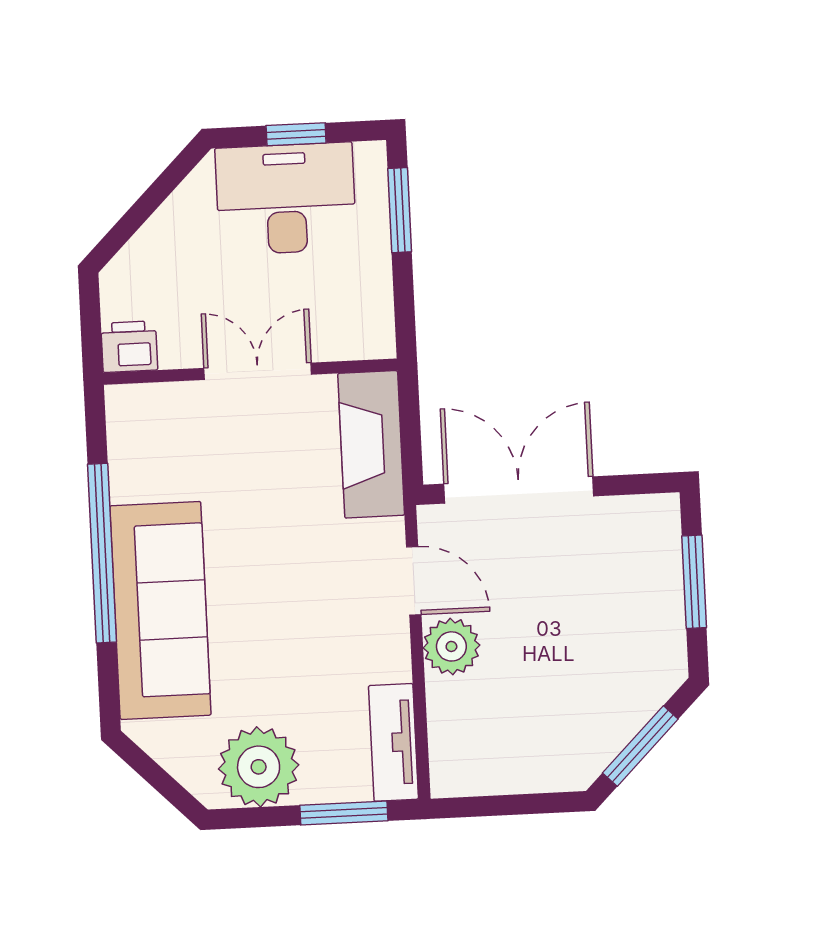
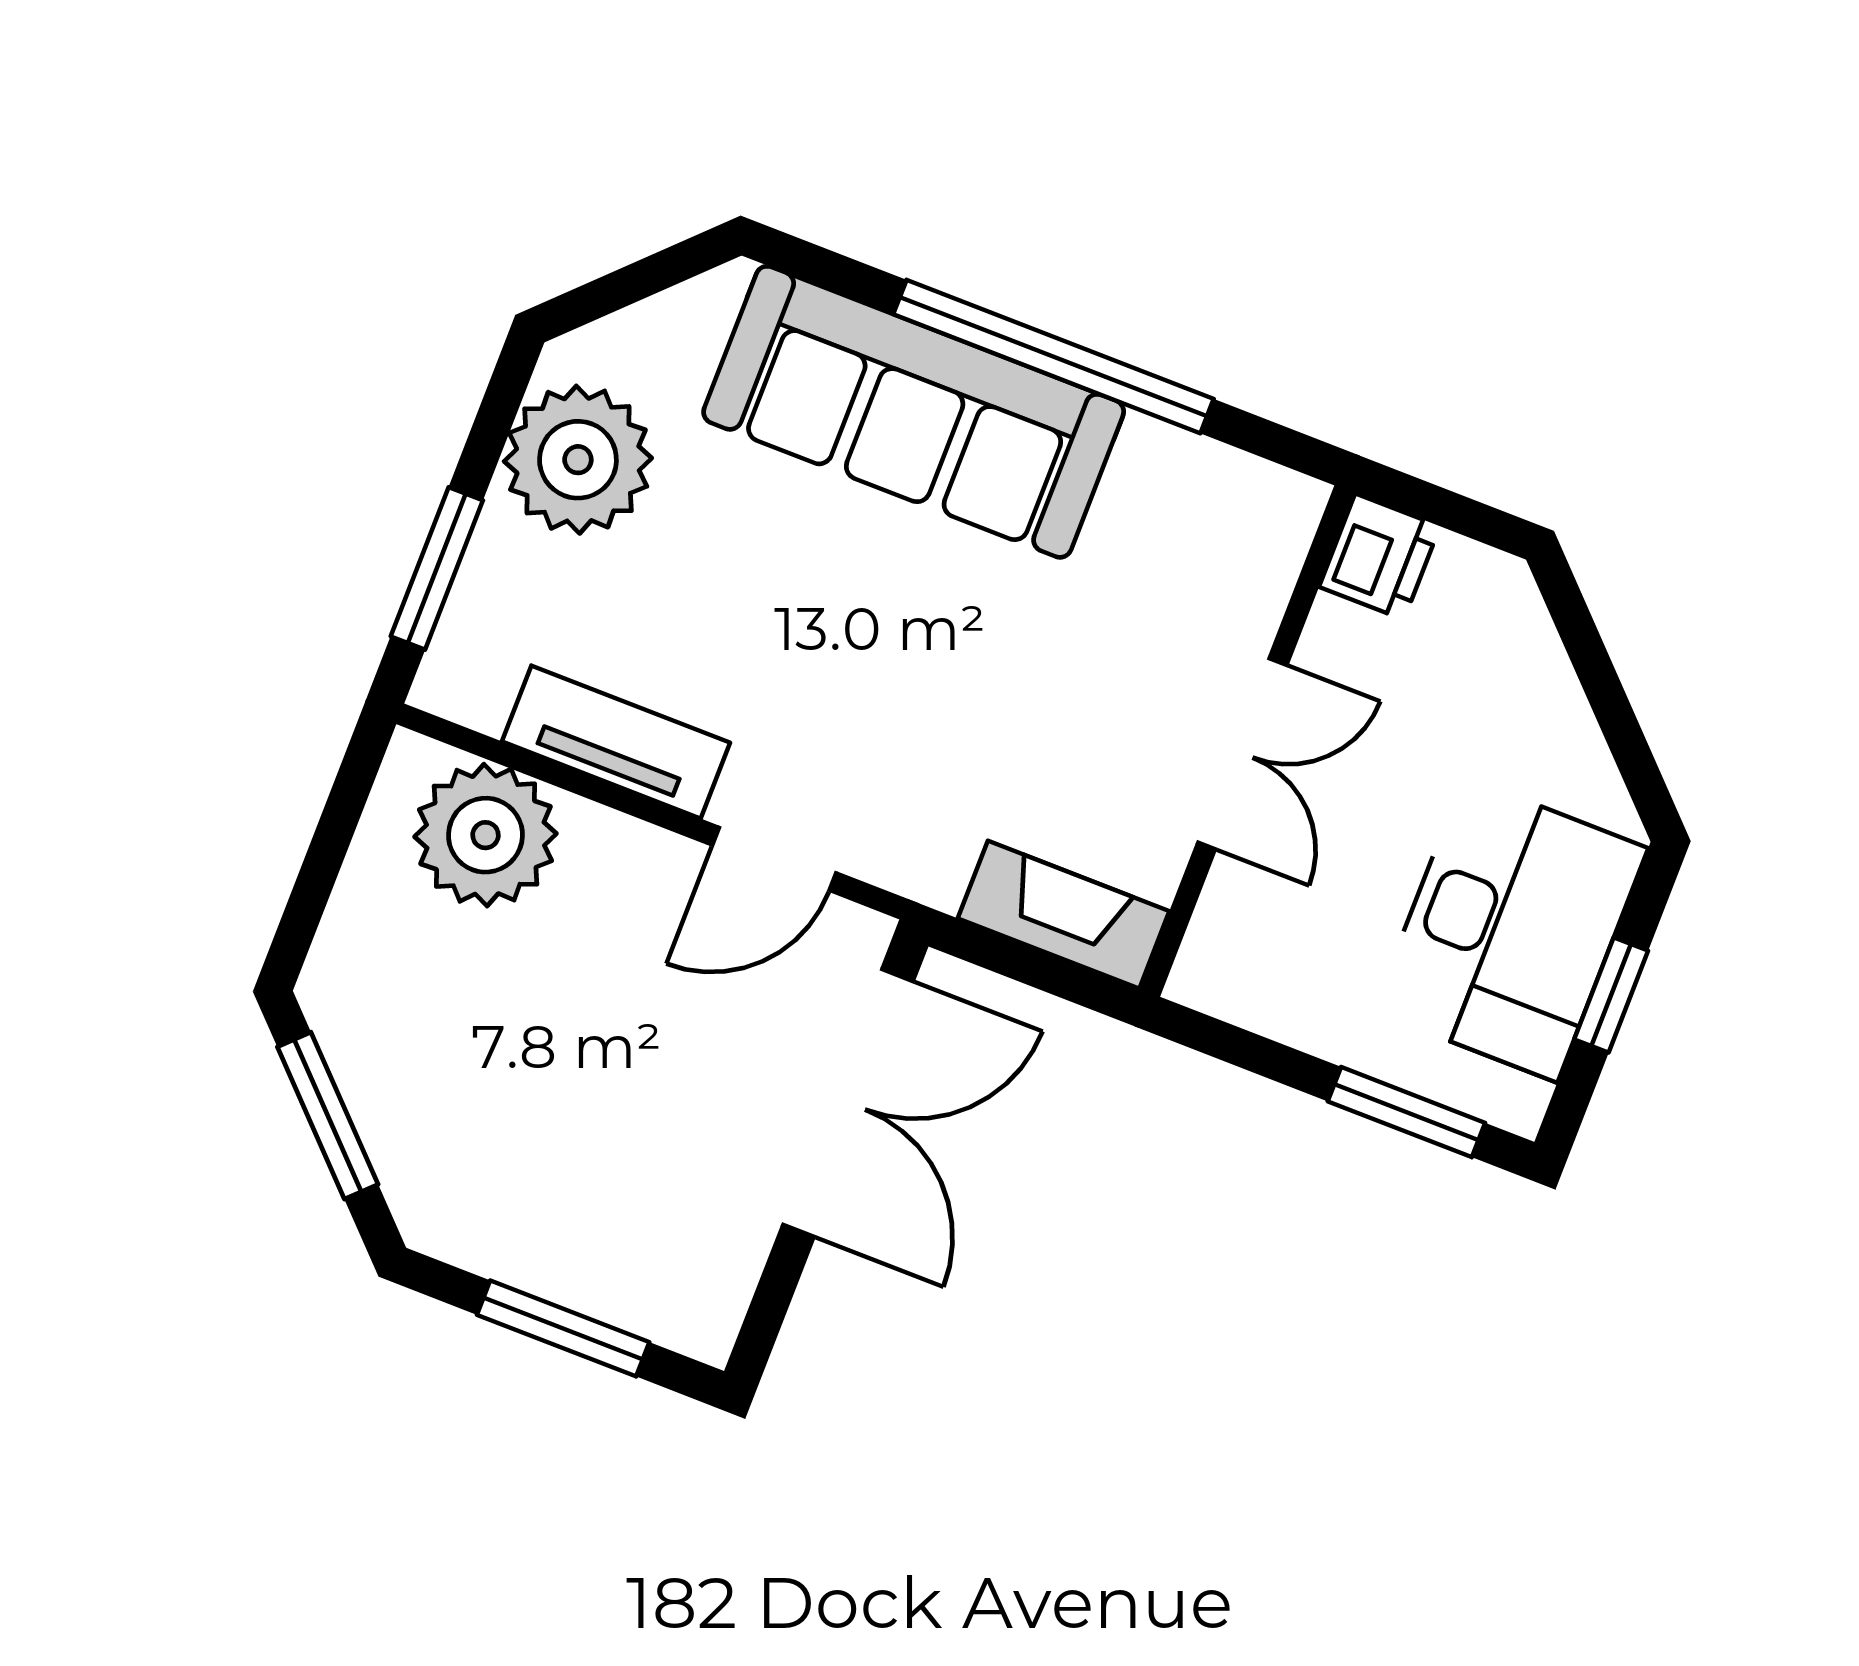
fireplace: (371, 444) -> (1064, 915), width x0.73, depth x0.76
plant: (451, 646) -> (486, 835), moved, width x1.36, depth x1.36
tv unit: (393, 742) -> (616, 742), moved

